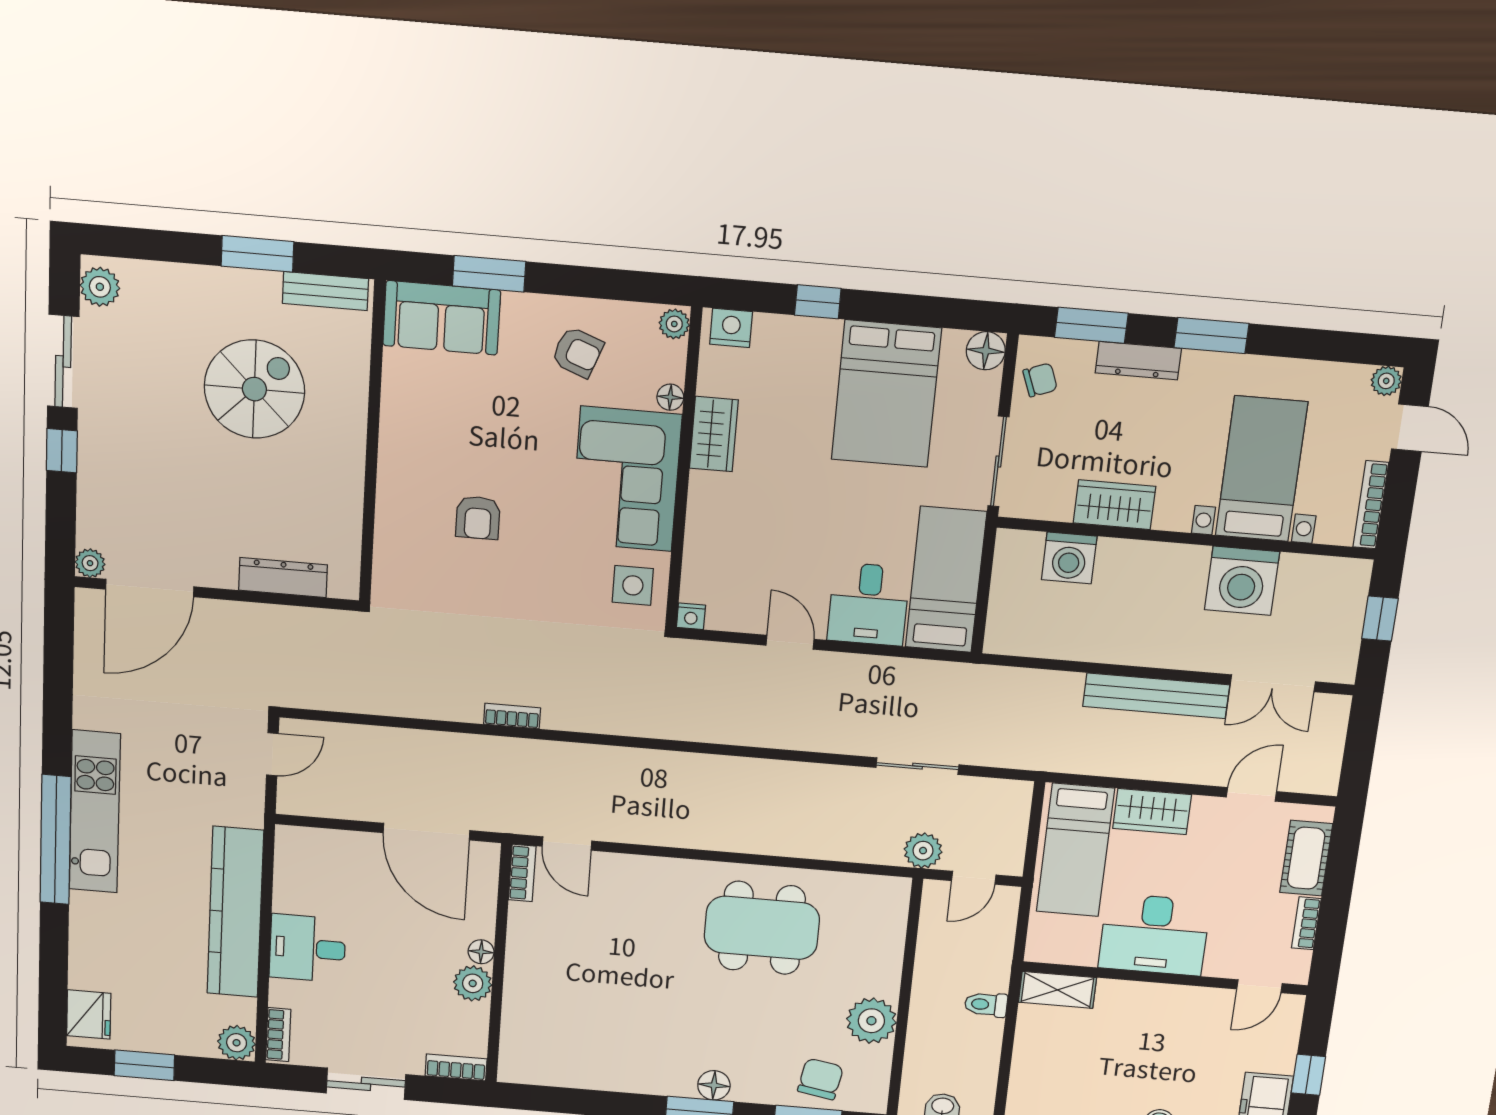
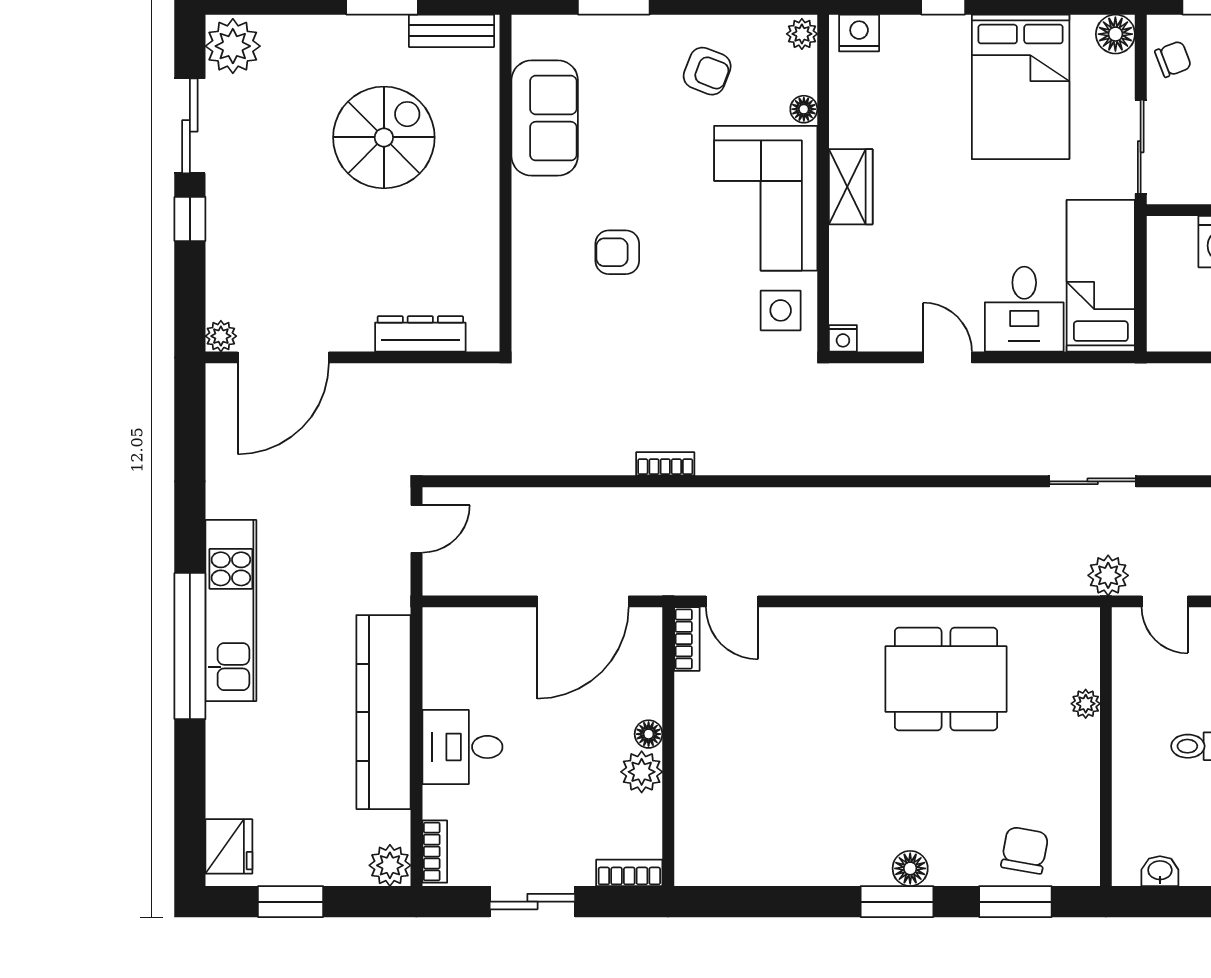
plant: (100, 287) -> (233, 46), width x1.36, depth x1.36
sofa: (442, 318) -> (545, 118), moved, turned -90
wardrobe: (714, 434) -> (851, 187), moved
armchair: (478, 518) -> (617, 252), turned 90
door: (427, 832) -> (583, 601), hinge flipped
door: (974, 878) -> (1165, 601), hinge flipped
plant: (871, 1021) -> (1086, 704), moved, width x0.53, depth x0.53

